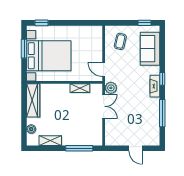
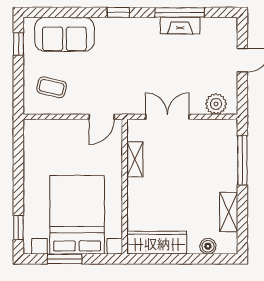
fireplace: (155, 86) -> (180, 26), moved
plant: (111, 88) -> (216, 104), moved

